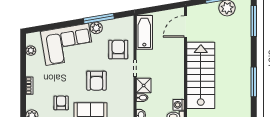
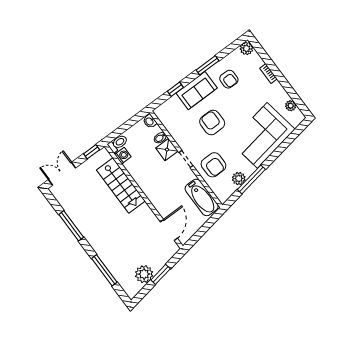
window: (254, 21) -> (104, 270), moved
plant: (96, 28) -> (239, 179), moved
stairs: (201, 75) -> (121, 185), width x0.73, depth x0.66

